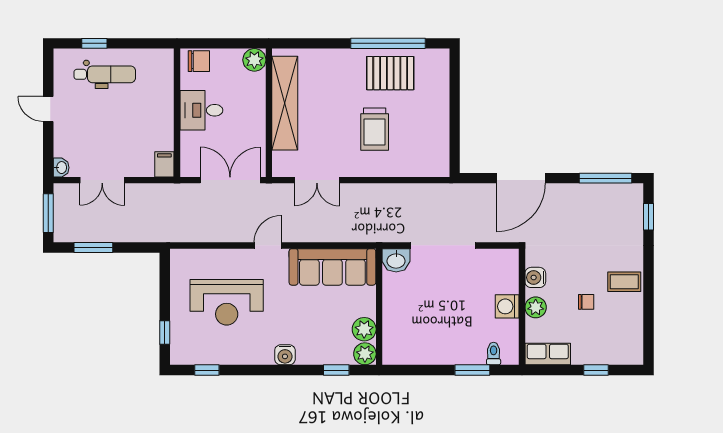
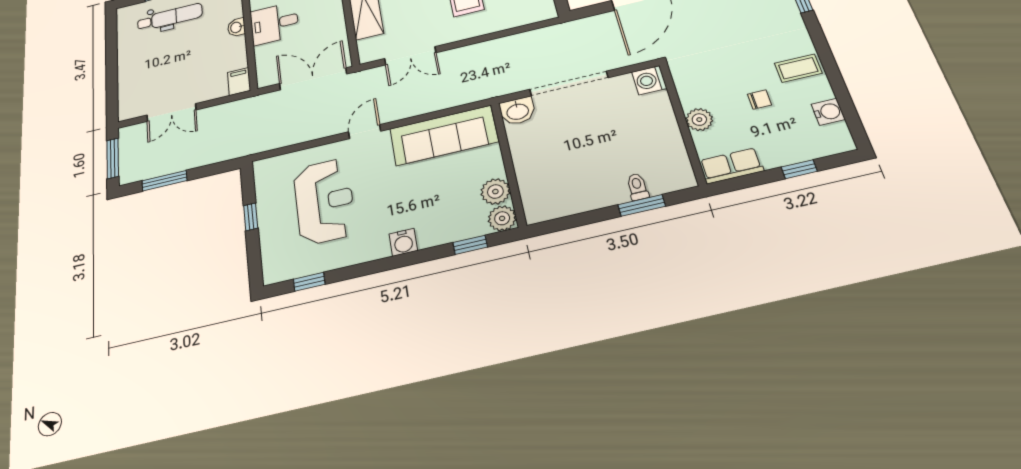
door: (48, 109) -> (112, 61), removed
washbasin: (61, 168) -> (236, 27), moved, turned 180
water cooler: (535, 277) -> (828, 112), moved, turned 180
reception desk: (227, 302) -> (324, 201), turned -90
washing machine: (507, 306) -> (649, 80), moved
window: (165, 332) -> (251, 217), moved
toilet: (494, 354) -> (637, 187), moved

